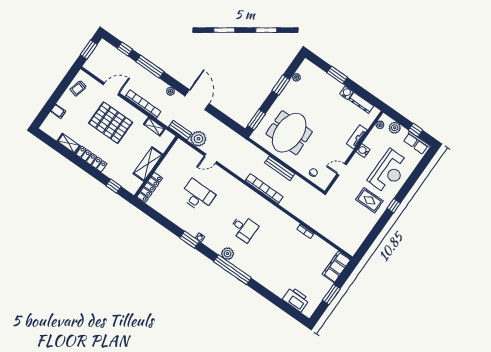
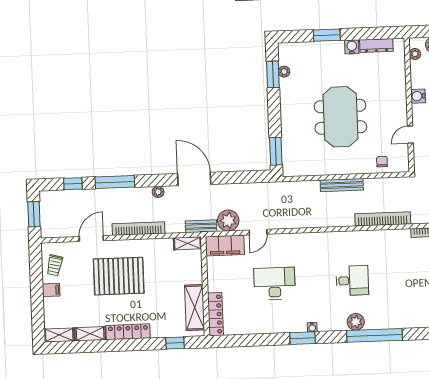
window: (281, 85) -> (273, 74), moved
filing cabinet: (58, 111) -> (51, 290), moved
shelving: (154, 127) -> (187, 243), moved
shelving: (50, 131) -> (59, 335), added
meeting table: (289, 133) -> (340, 117), moved
tv unit: (357, 137) -> (400, 86), removed
filing cabinet: (185, 152) -> (225, 246), added
shelving: (148, 164) -> (195, 308), moved
bookcase: (264, 189) -> (383, 219), moved

